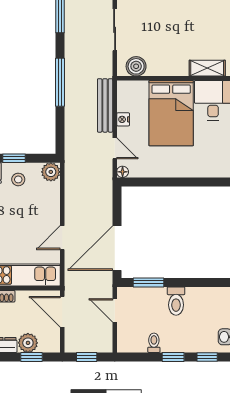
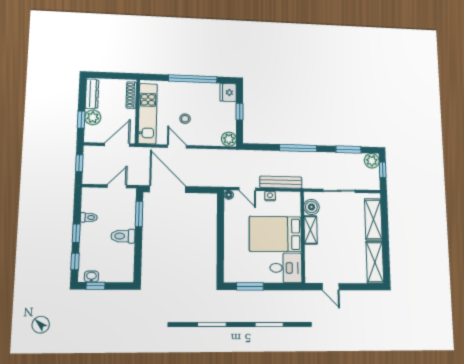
shelving: (207, 68) -> (311, 230), moved
door: (115, 148) -> (247, 189), hinge flipped
stool: (18, 179) -> (185, 119), moved

